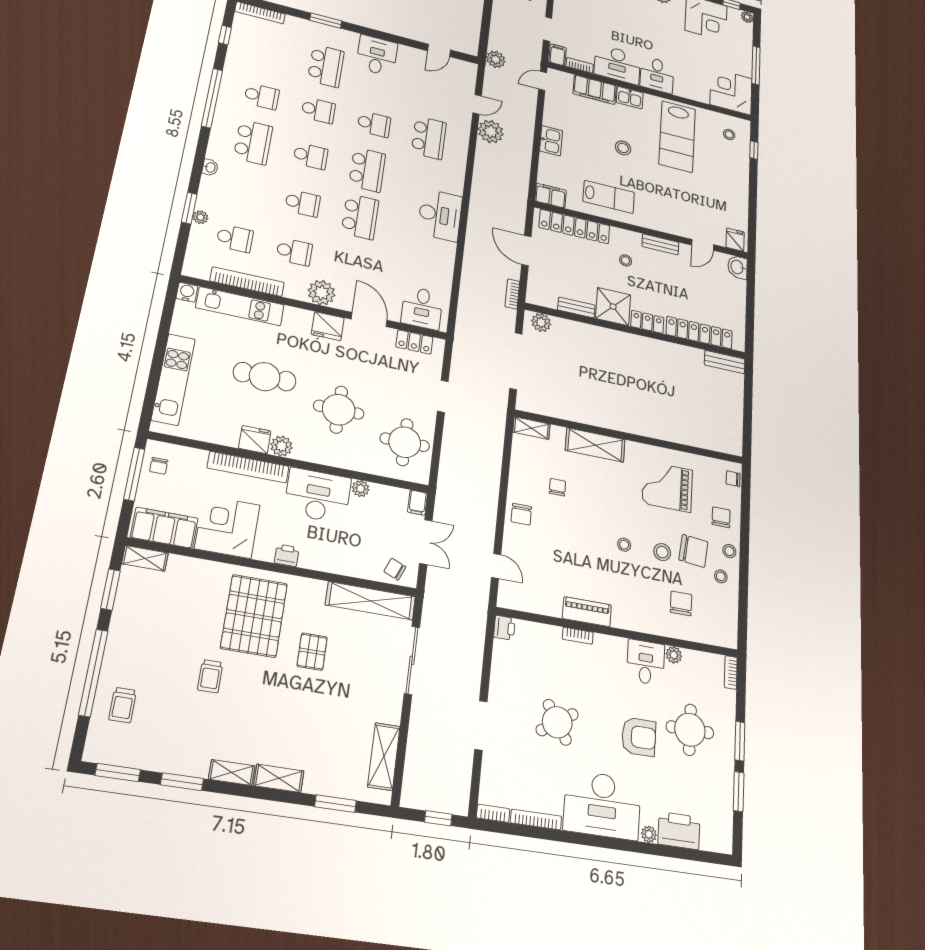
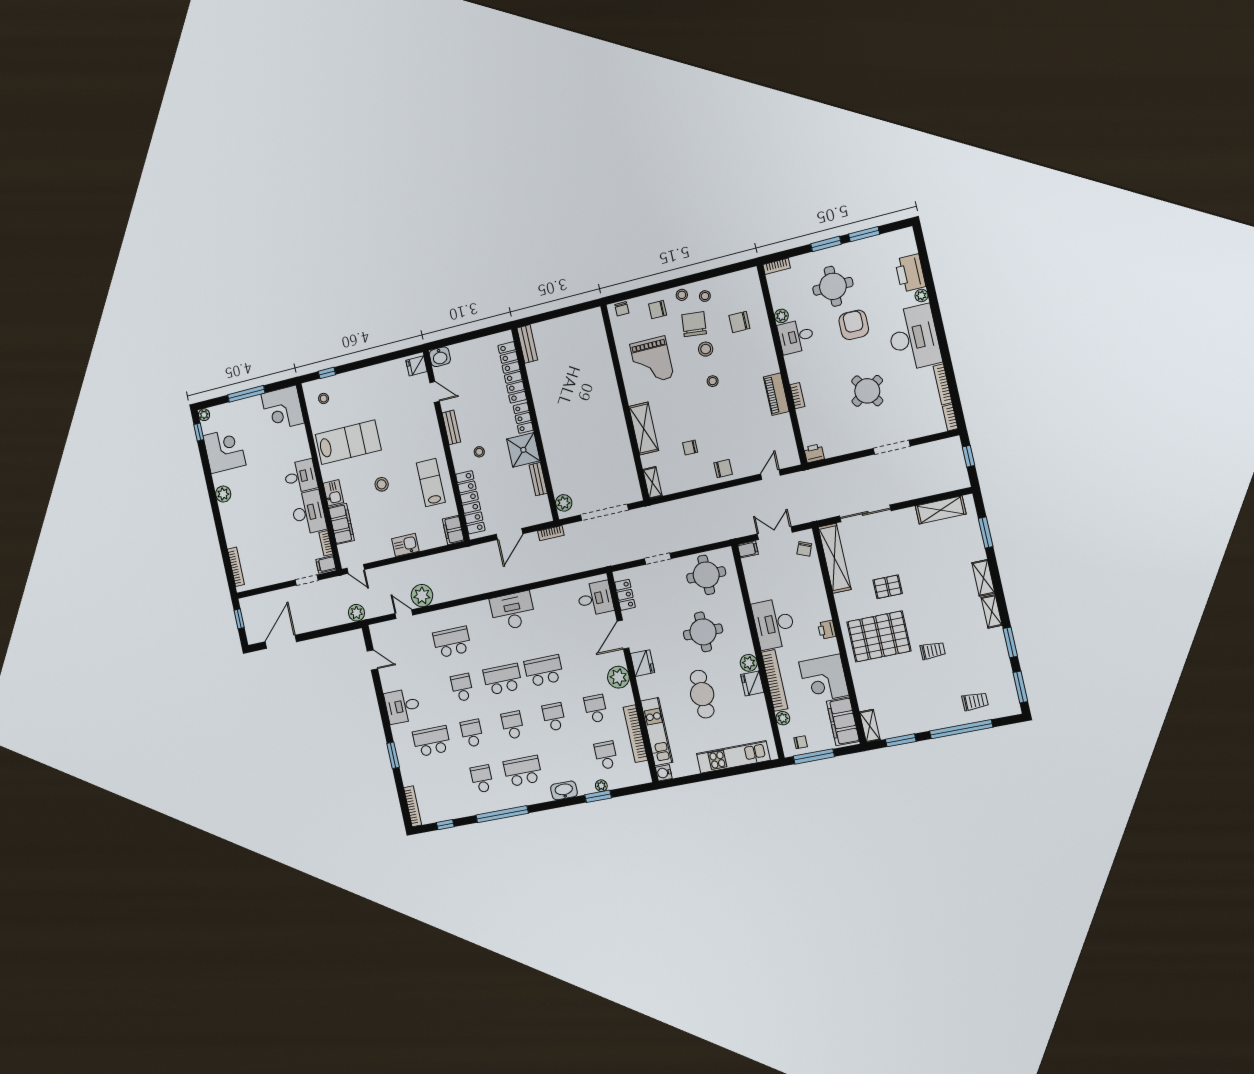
washbasin: (210, 167) -> (564, 790), width x1.91, depth x1.45
plant: (361, 489) -> (783, 718), moved

